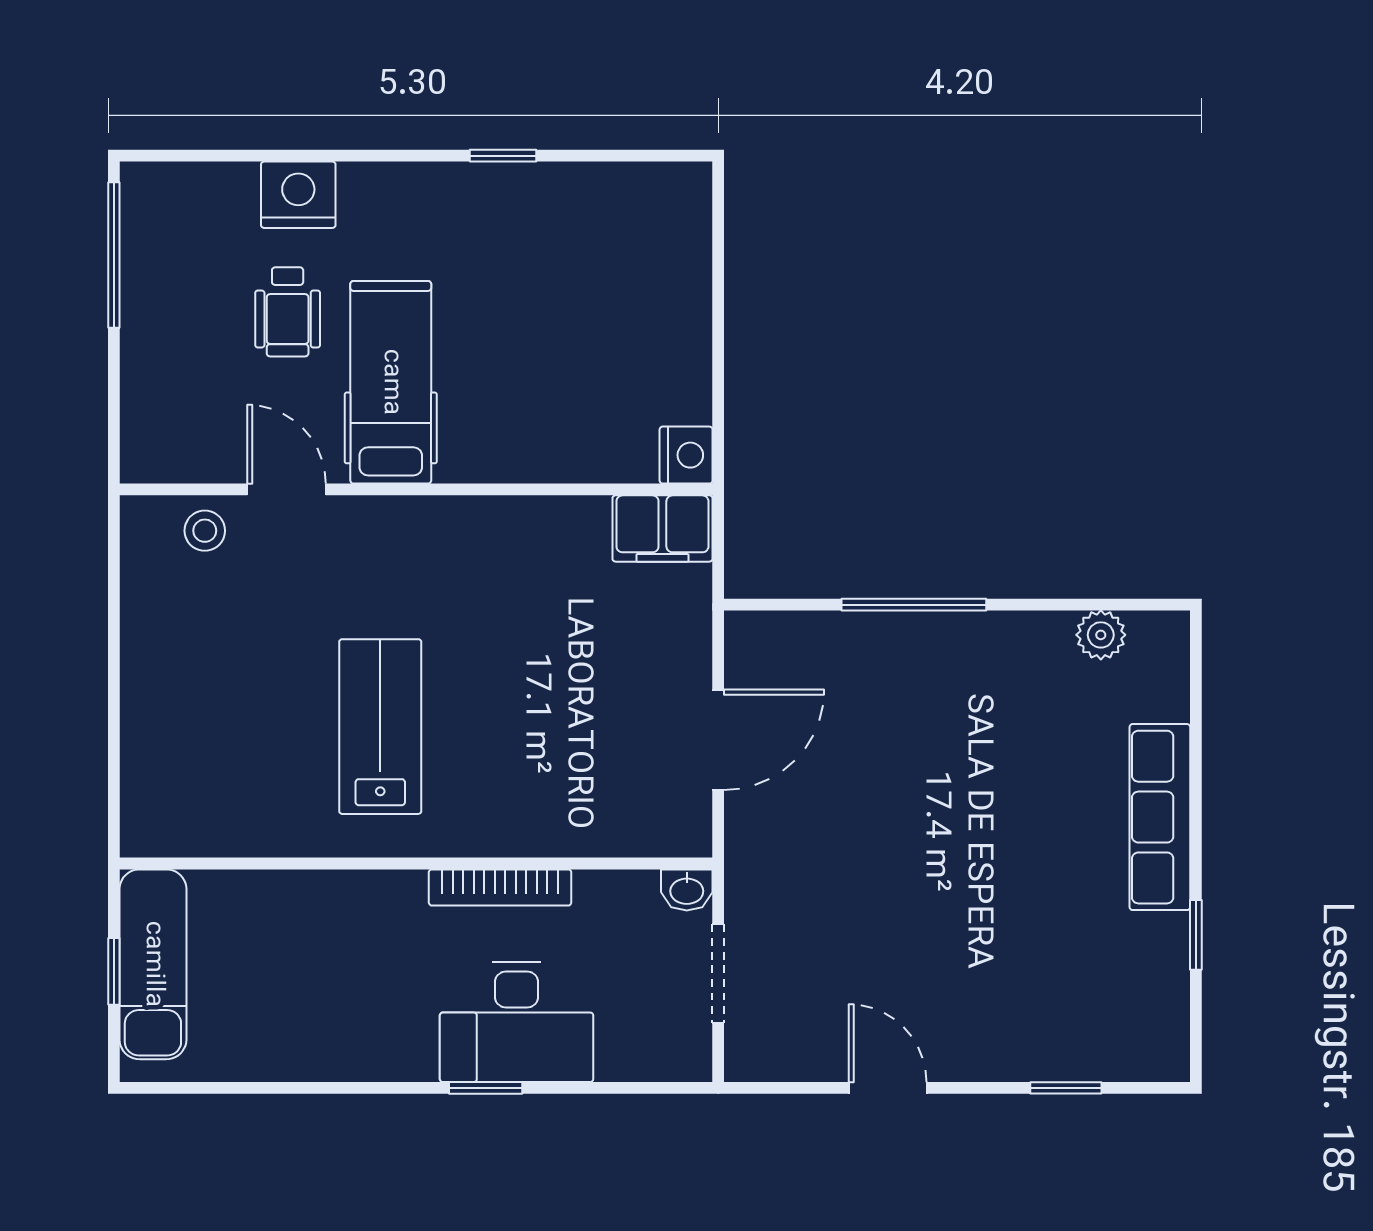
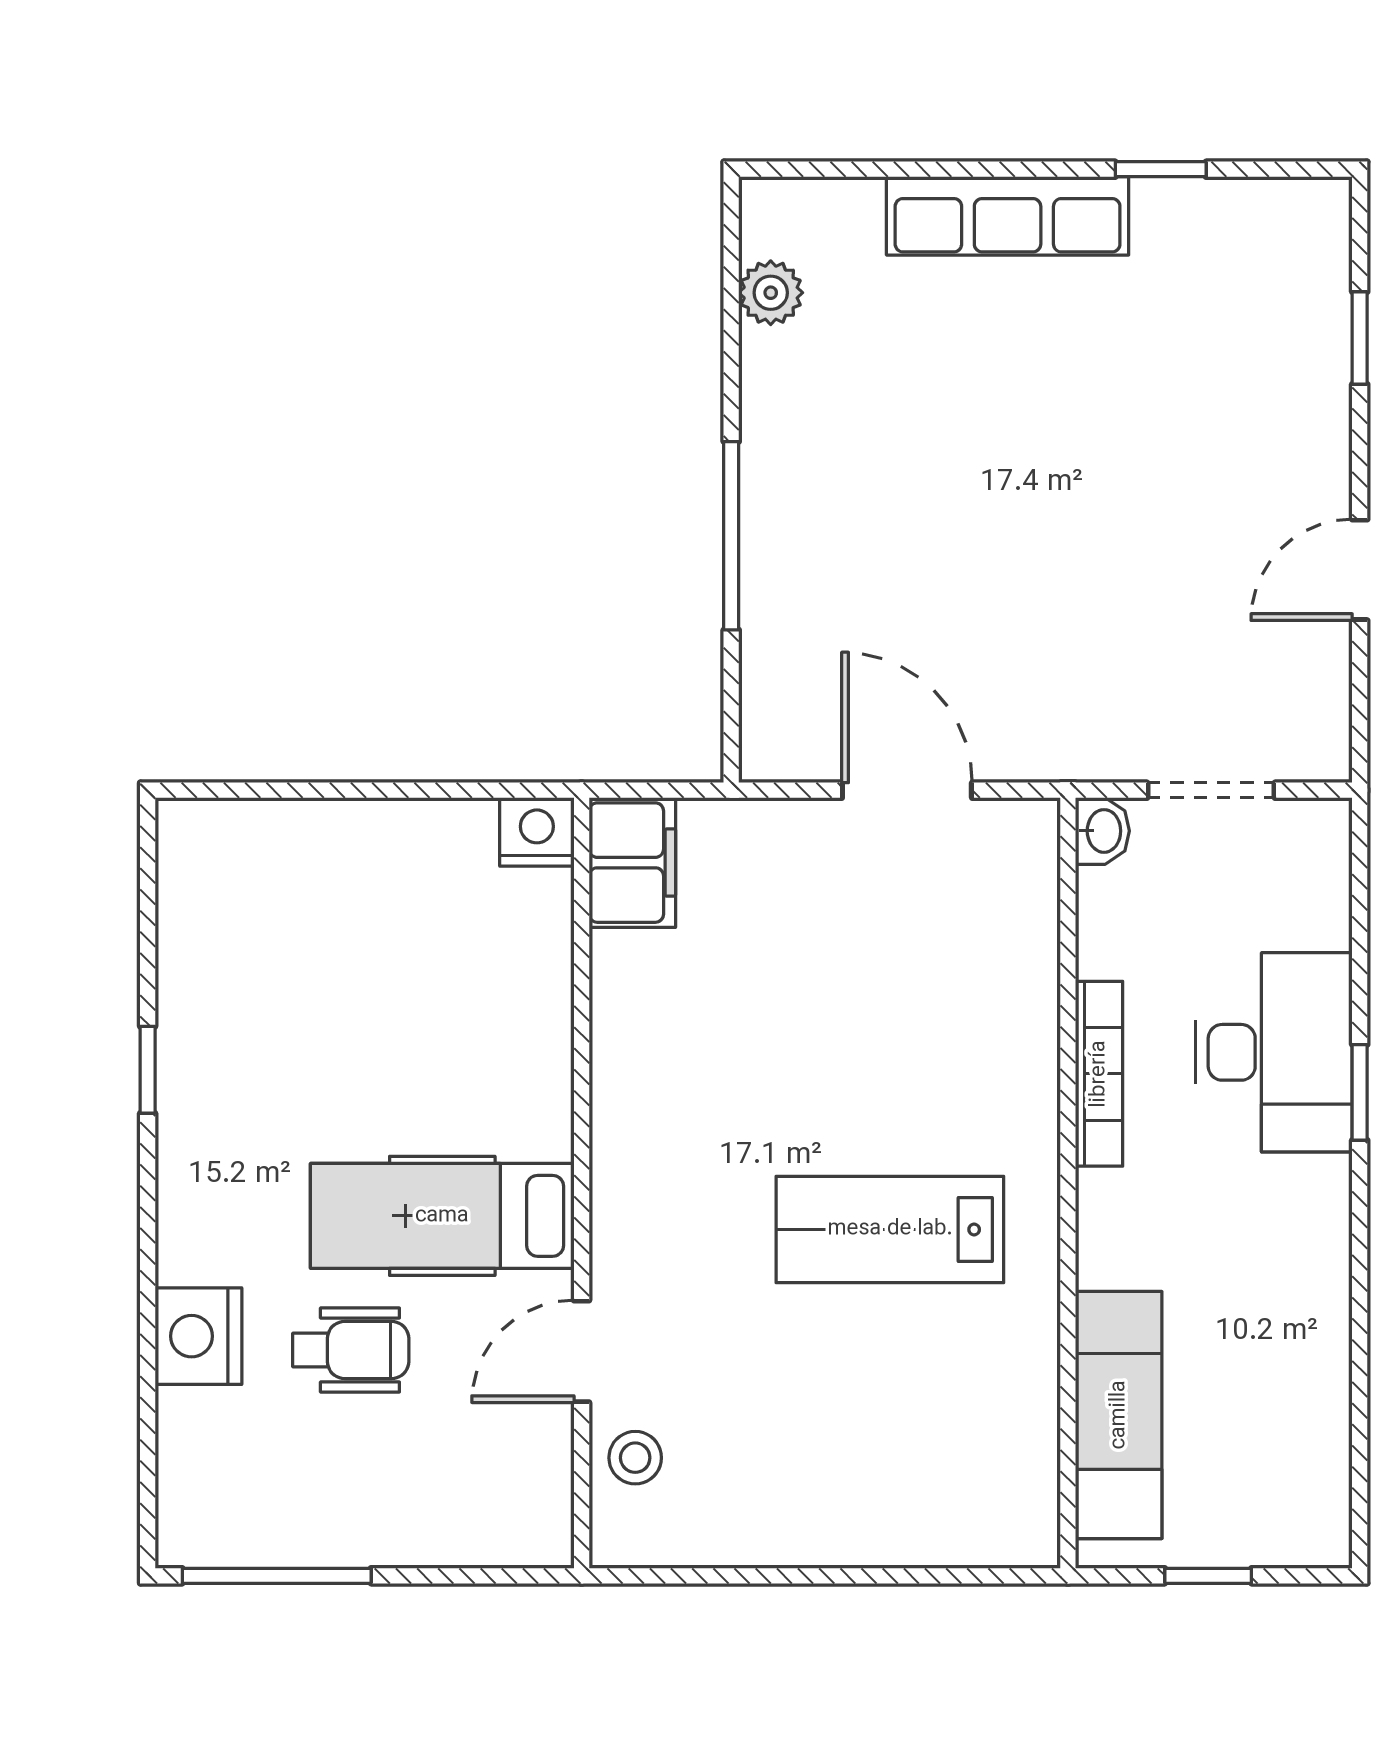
exam couch: (153, 964) -> (1119, 1415), moved, turned 90

